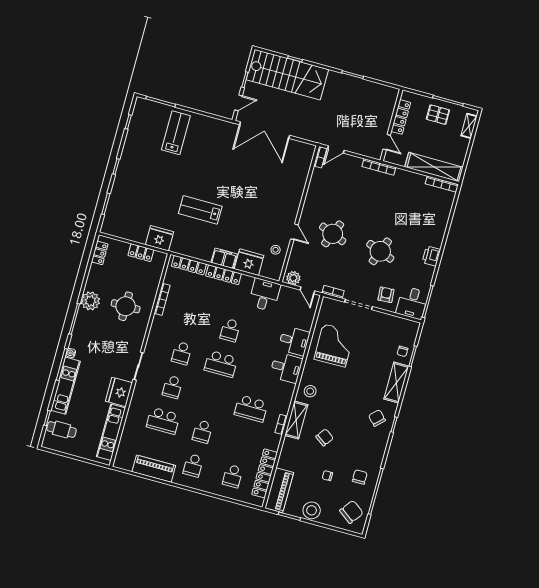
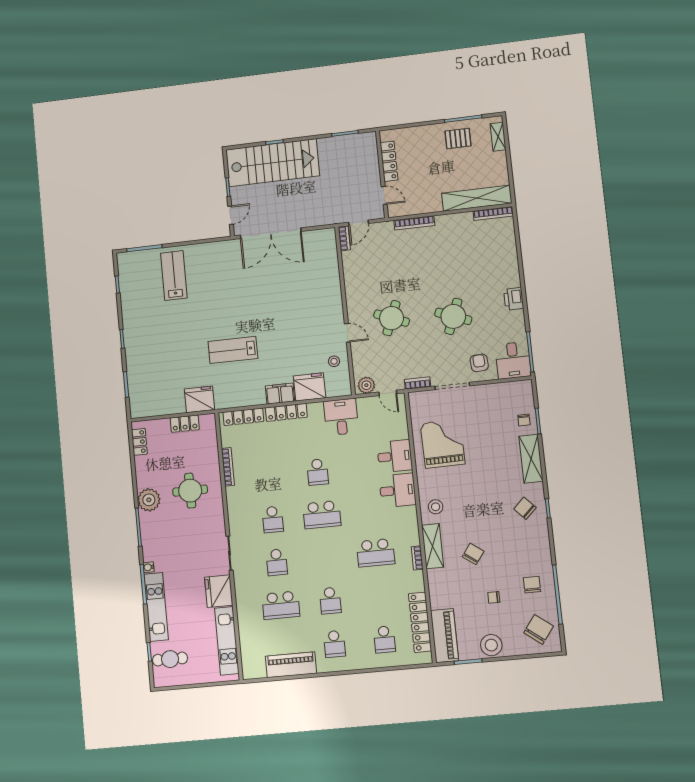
locker: (401, 117) -> (389, 161), moved
wall: (391, 125) -> (382, 174), moved
door: (387, 142) -> (384, 195), moved

